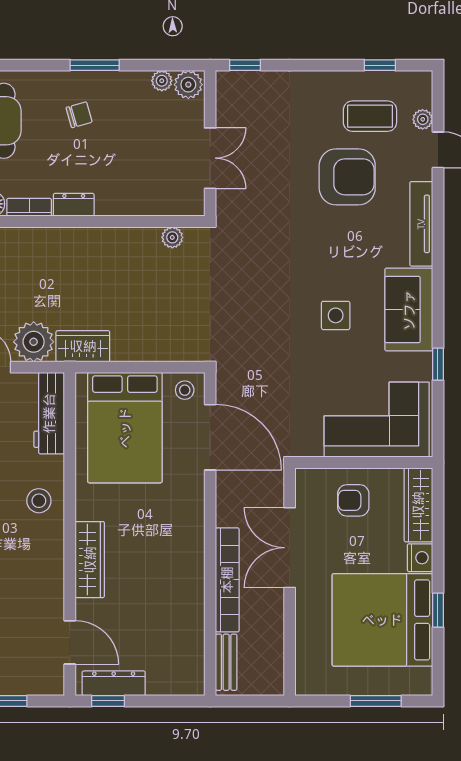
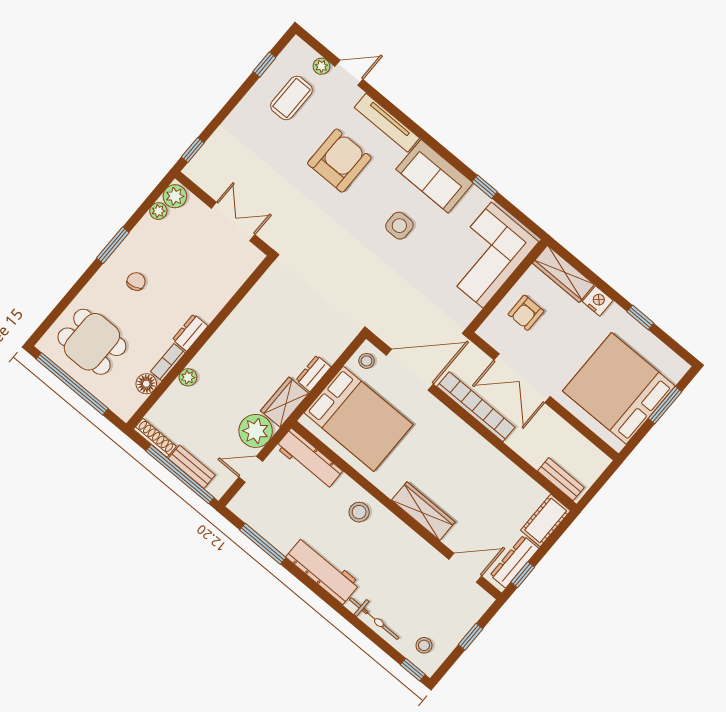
armchair: (347, 177) -> (339, 161), moved
plant: (172, 237) -> (188, 377), moved
dresser: (132, 351) -> (313, 373), added
bookcase: (227, 580) -> (476, 407), moved
bed: (382, 620) -> (619, 388), moved, turned 90
cot: (176, 680) -> (546, 520), added

